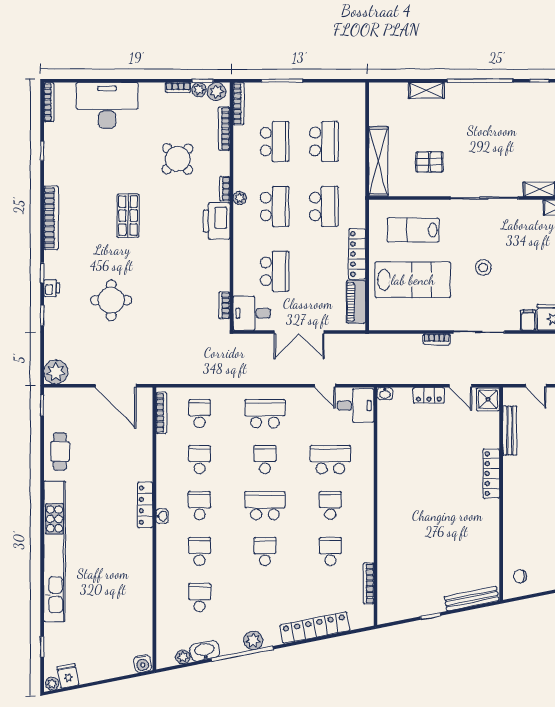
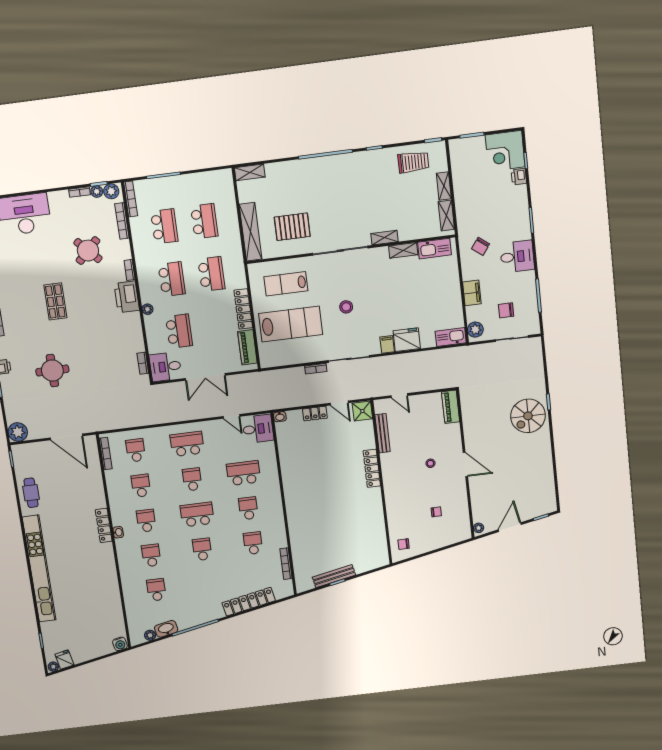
shelving: (426, 90) -> (250, 172), moved
pallet: (429, 162) -> (292, 227), width x1.50, depth x1.42
plant: (240, 198) -> (147, 309), moved
bench: (472, 599) -> (334, 576), moved
plant: (253, 640) -> (202, 617), removed

